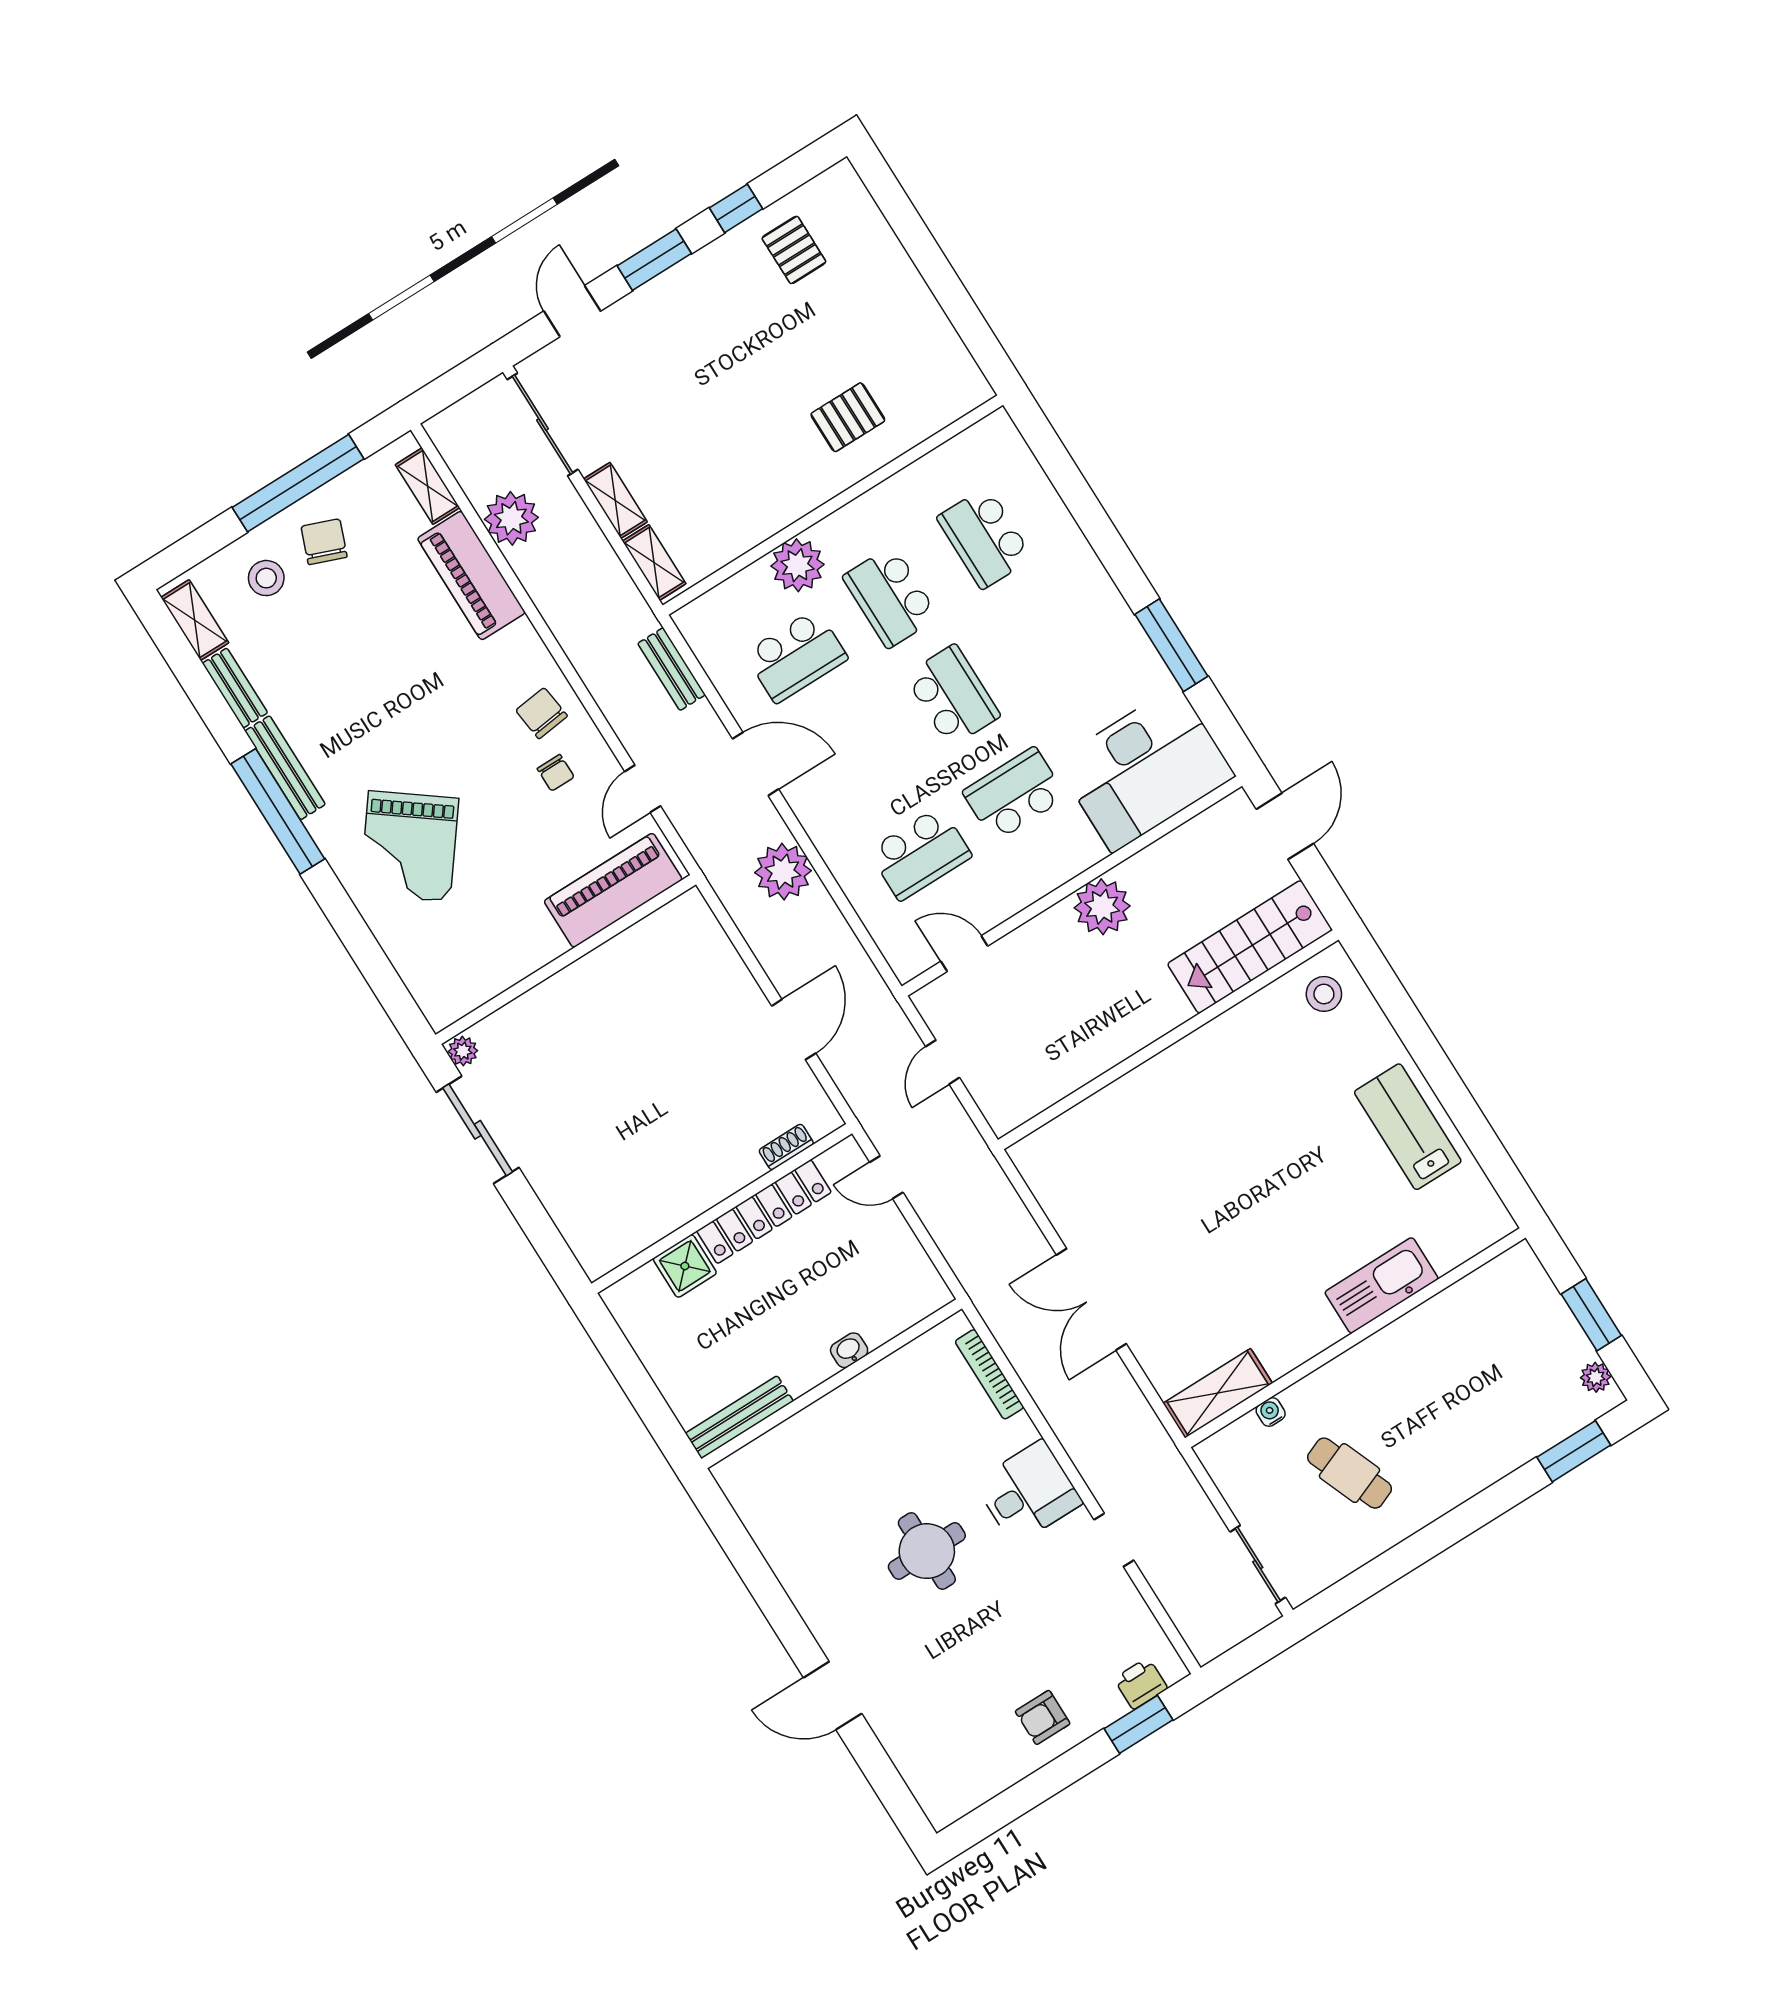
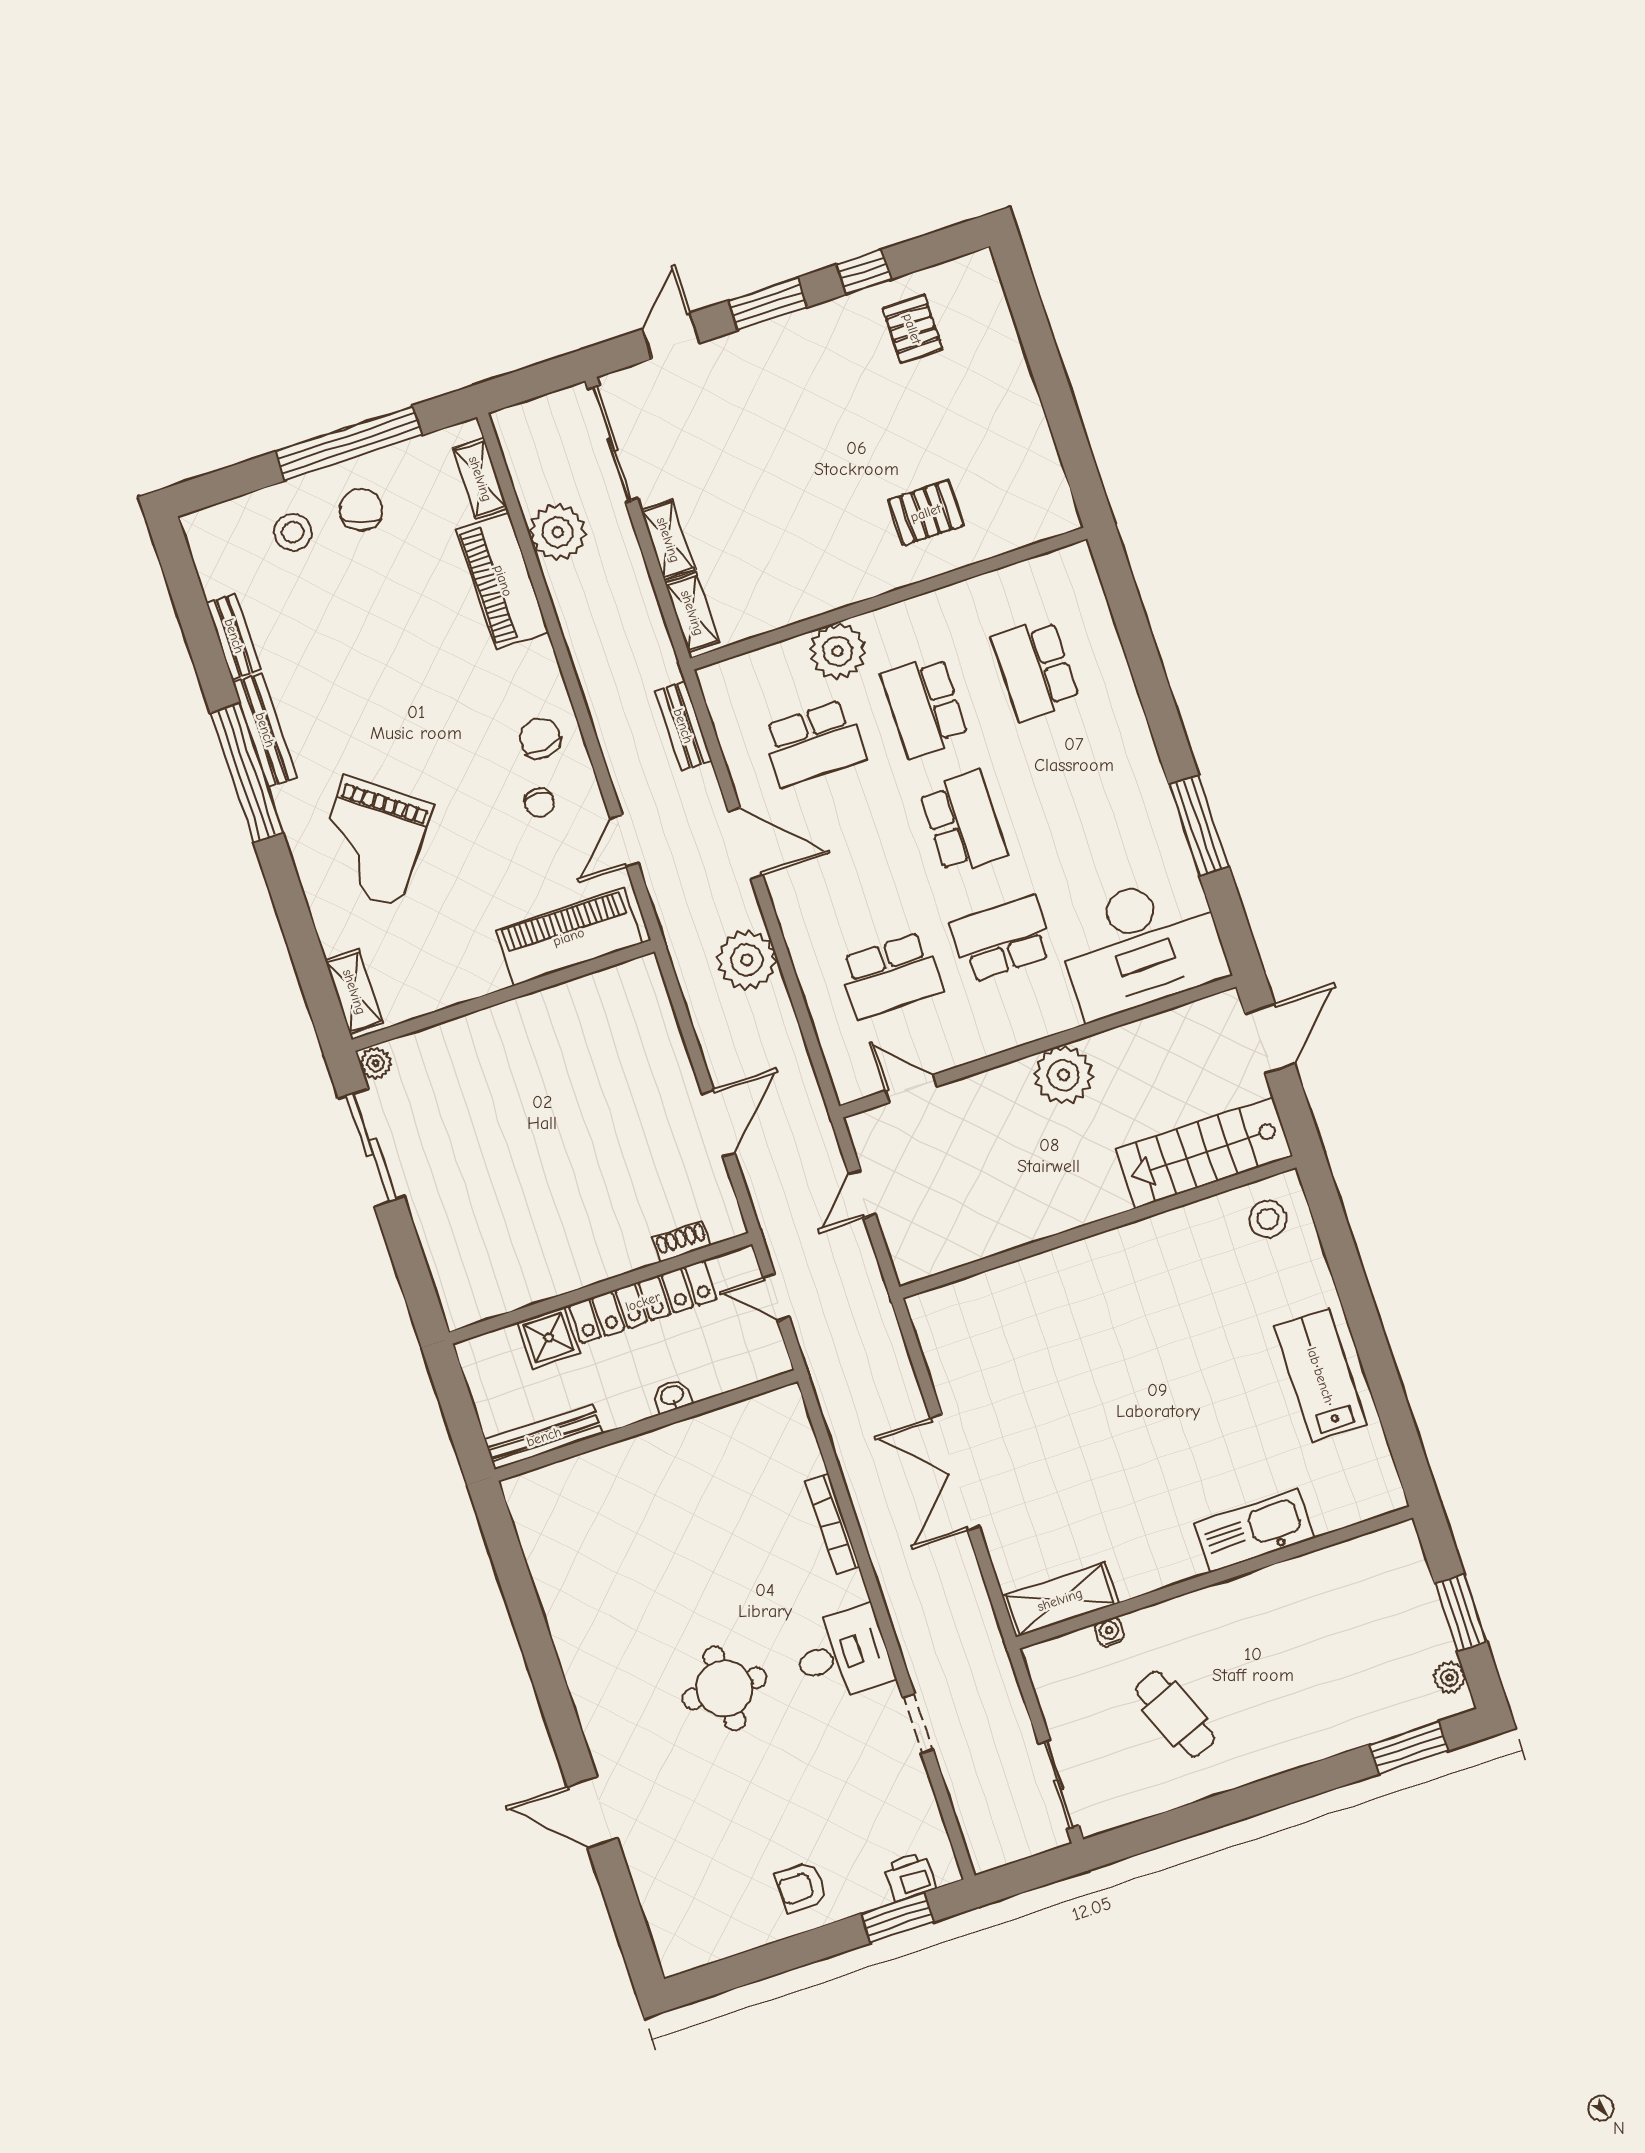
shelving: (195, 620) -> (354, 992), moved
washbasin: (849, 1350) -> (672, 1396), moved
wall: (832, 1384) -> (646, 1425), moved
bench: (739, 1417) -> (544, 1437), moved

